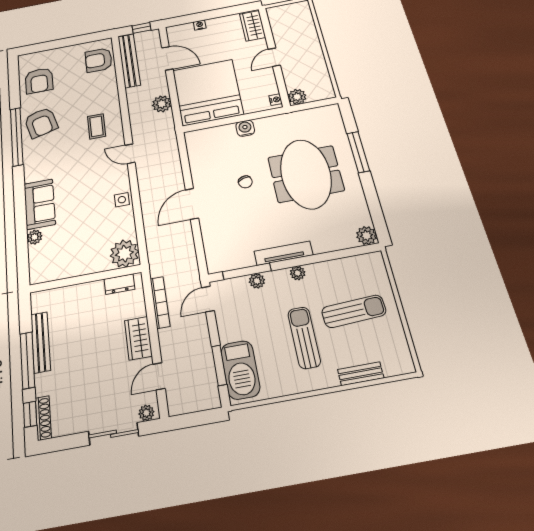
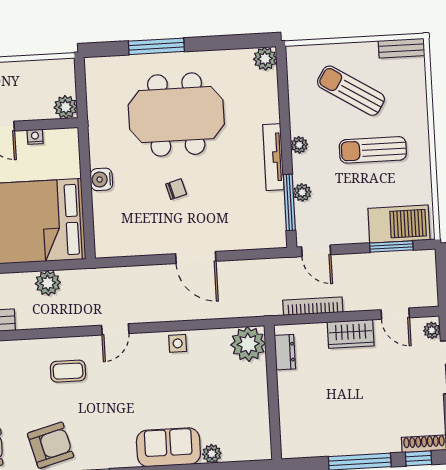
nightstand: (276, 100) -> (35, 137), moved
sun lounger: (354, 311) -> (351, 91), turned -55
bench: (41, 342) -> (341, 446), removed
bench: (361, 374) -> (401, 48), moved, turned 90

